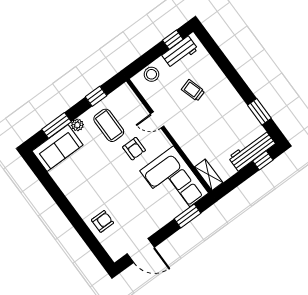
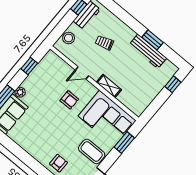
window: (259, 112) -> (153, 40), moved
coffee table: (109, 125) -> (92, 152), moved
workbench: (252, 150) -> (148, 51), moved, turned -90
shelving: (209, 175) -> (109, 86), moved

